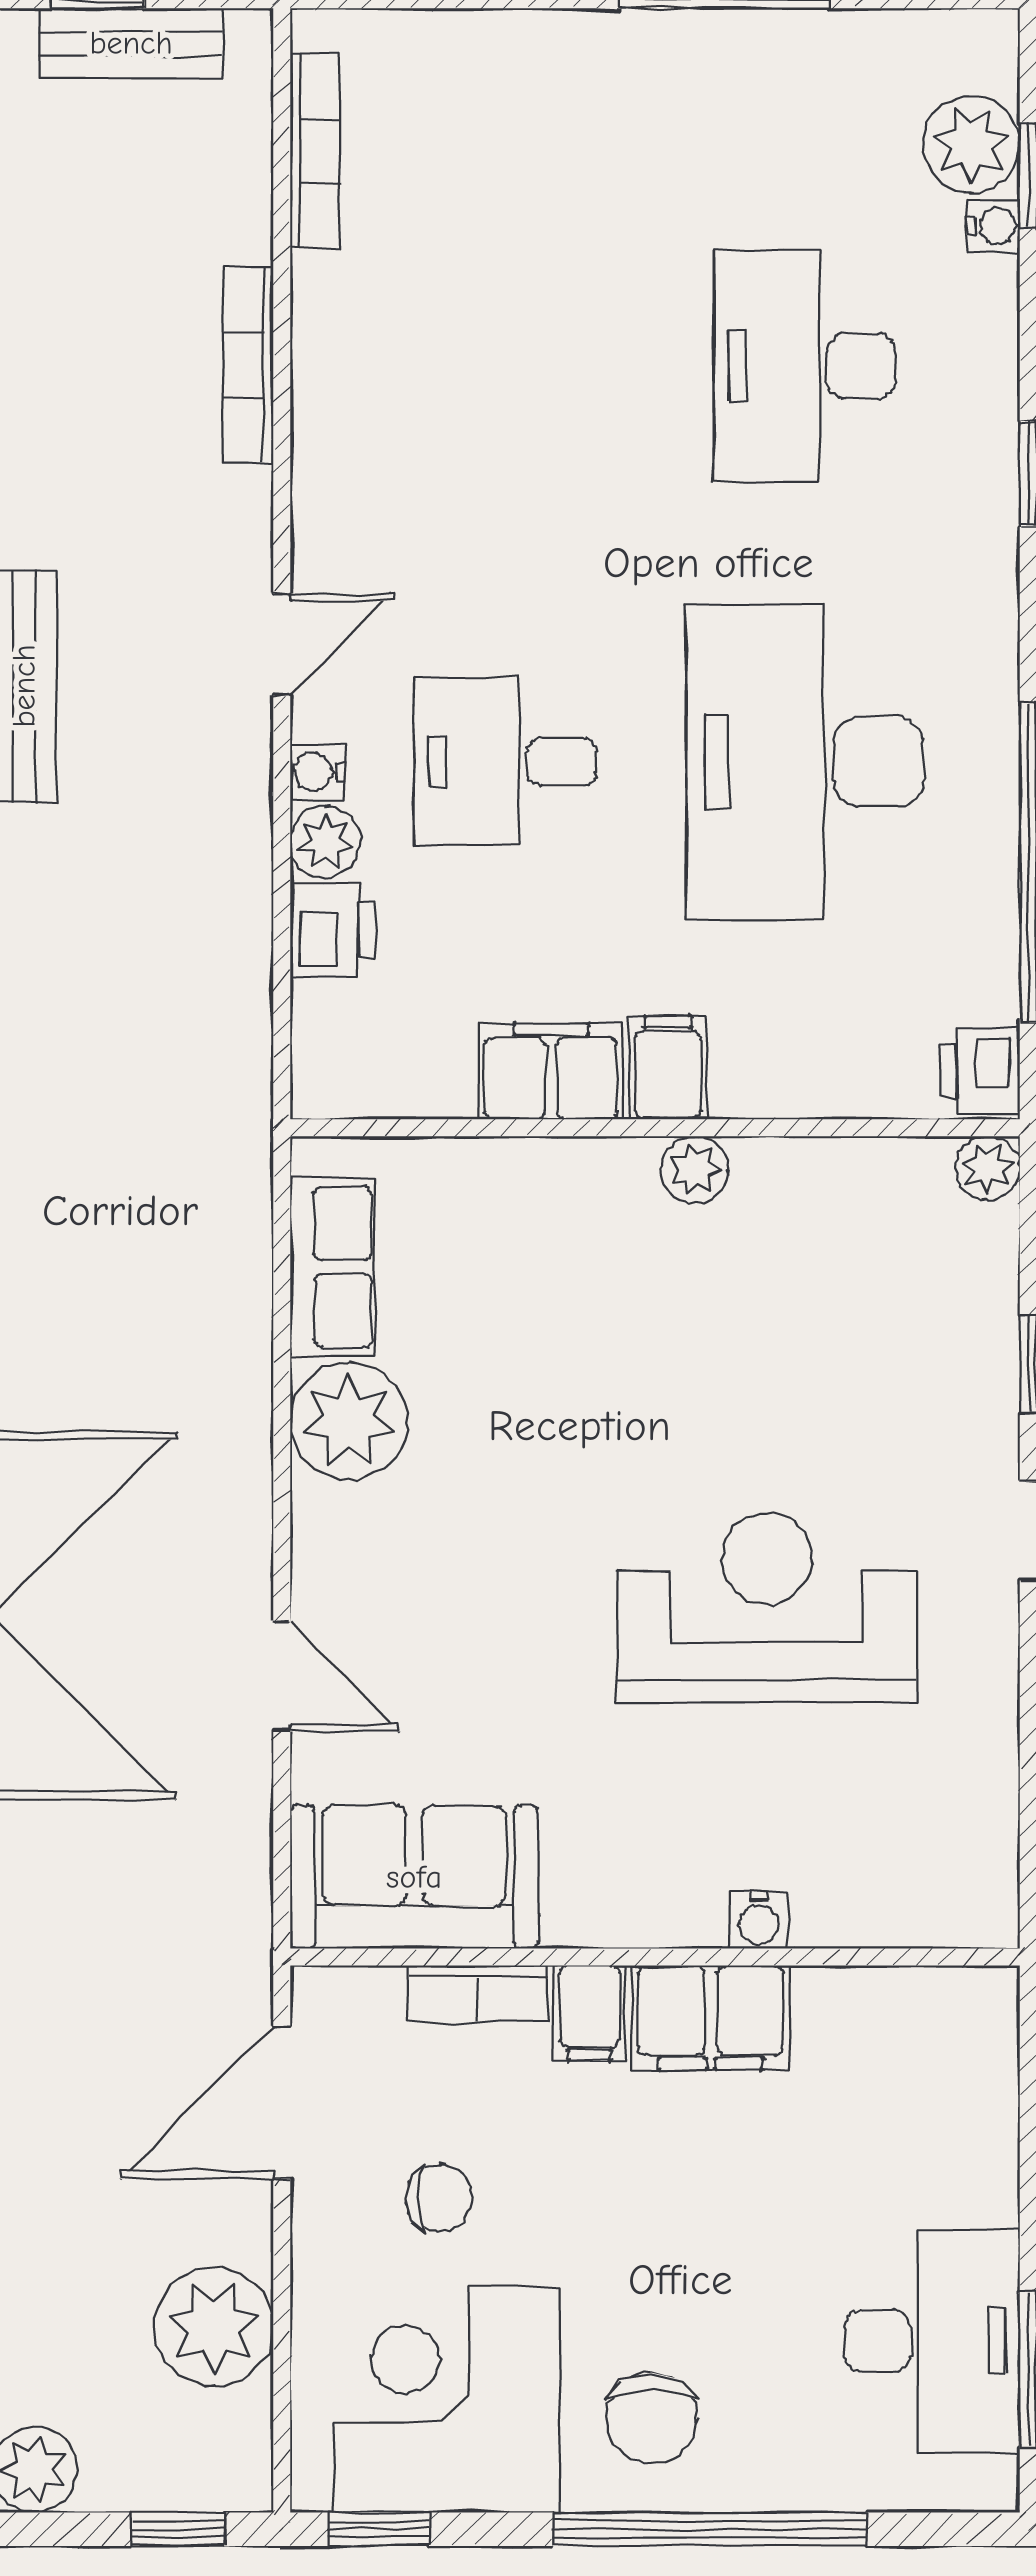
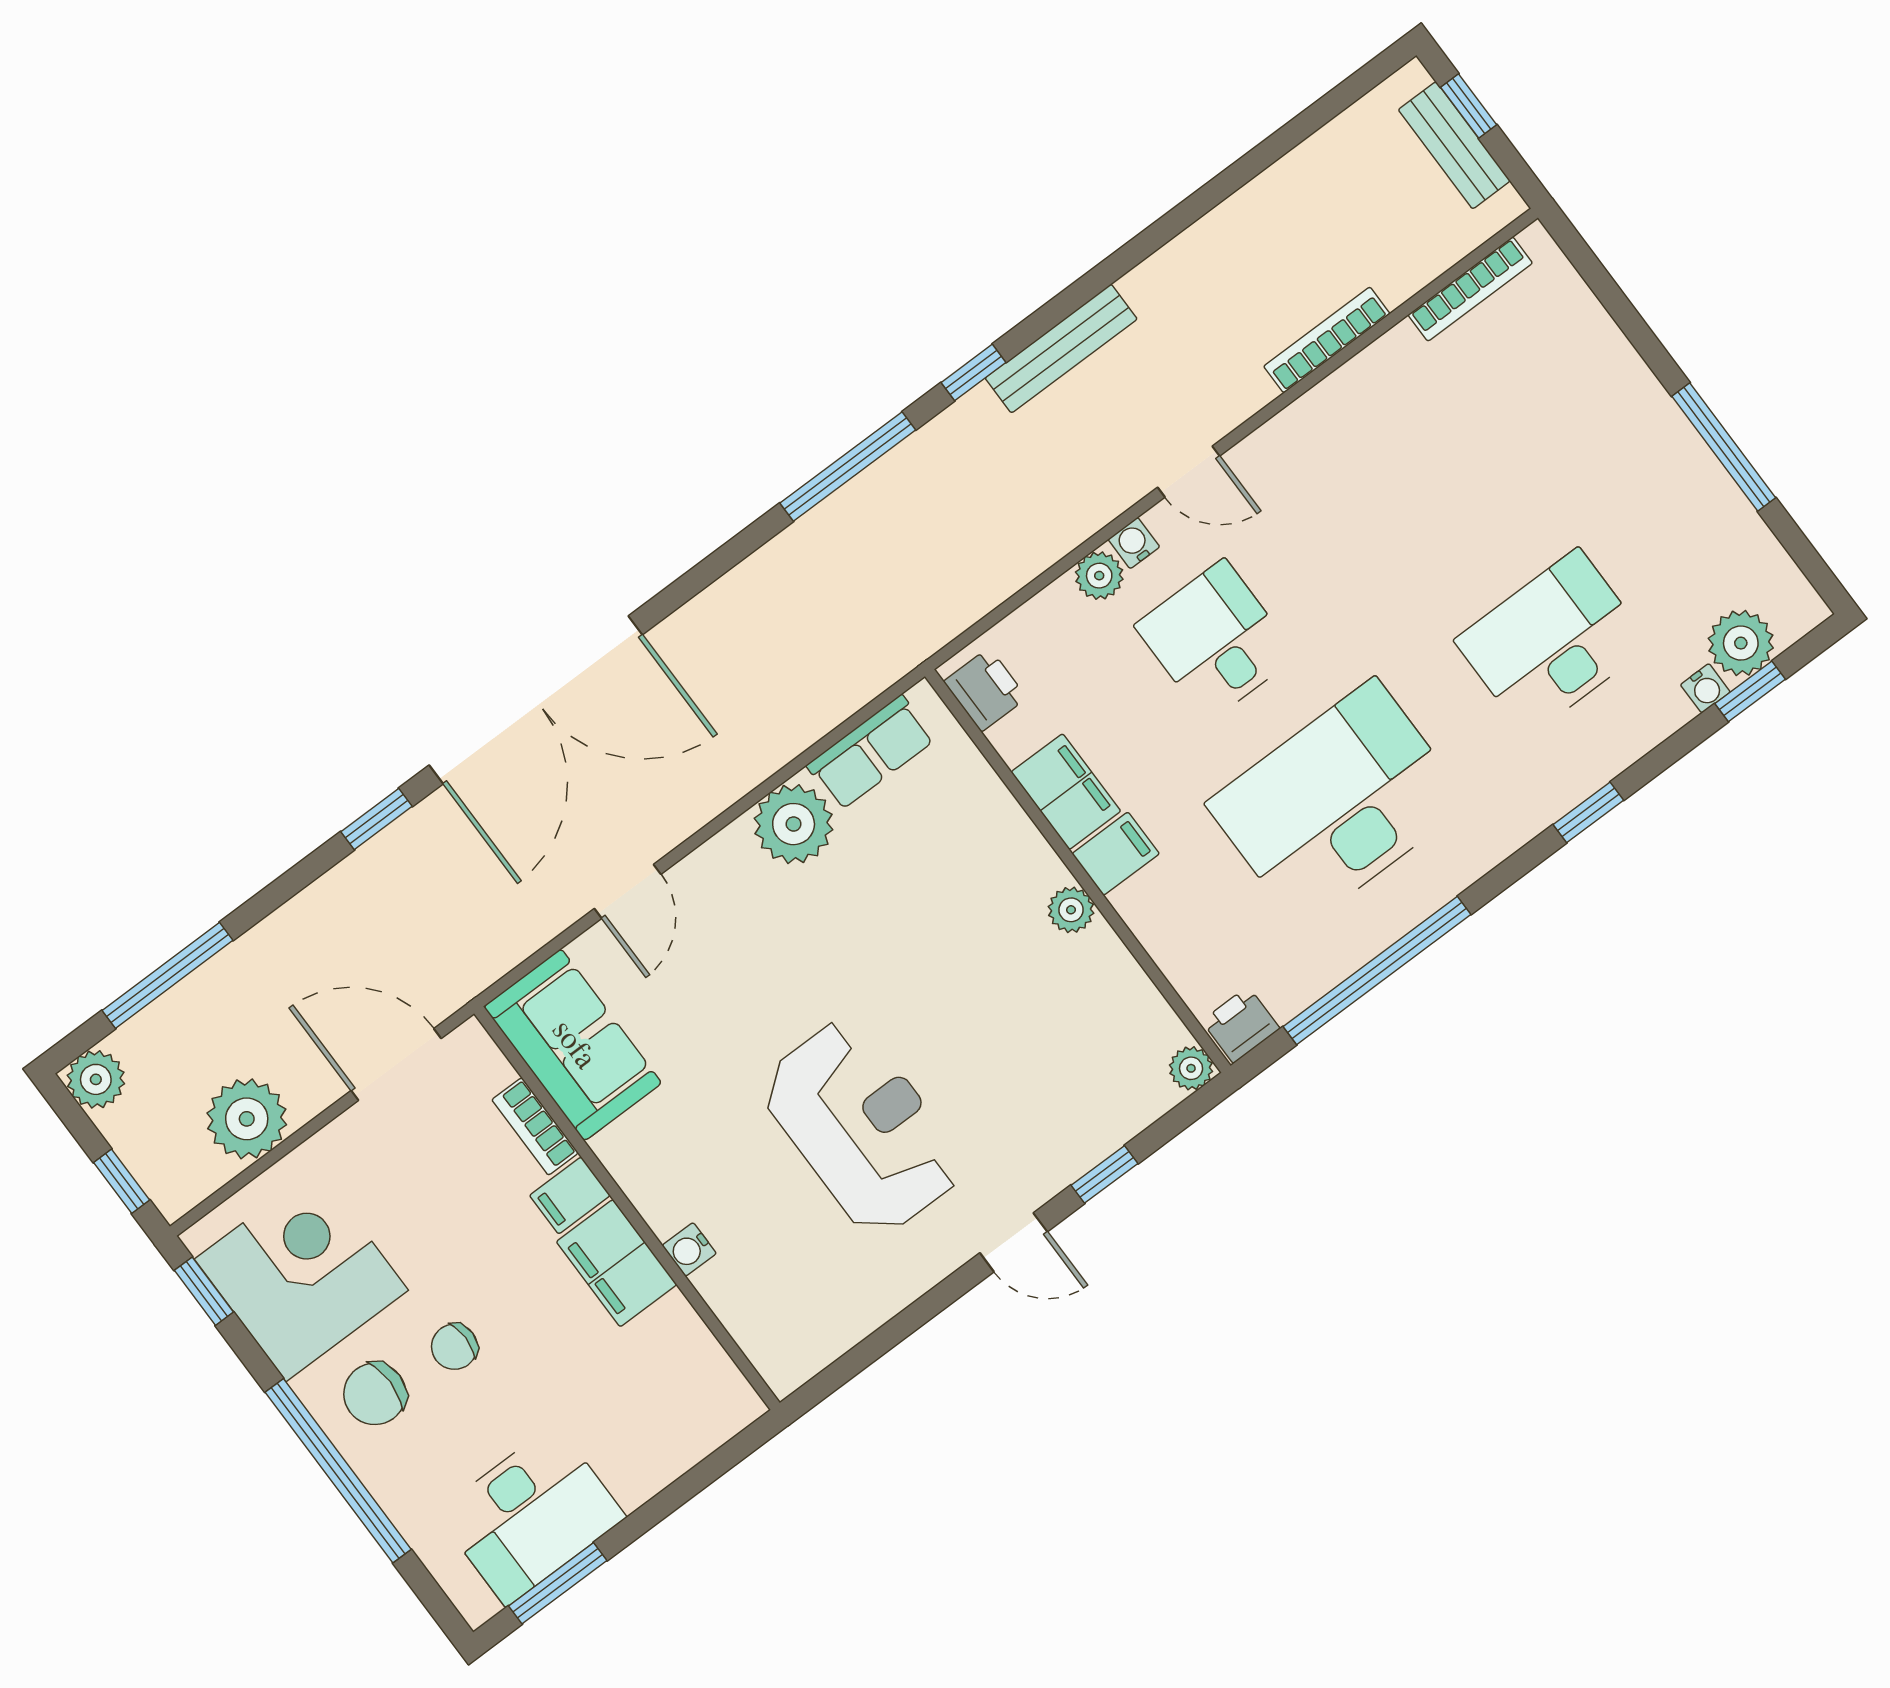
printer: (333, 931) -> (985, 690), moved, turned -90
chair: (439, 2198) -> (454, 1347), moved, turned 90

